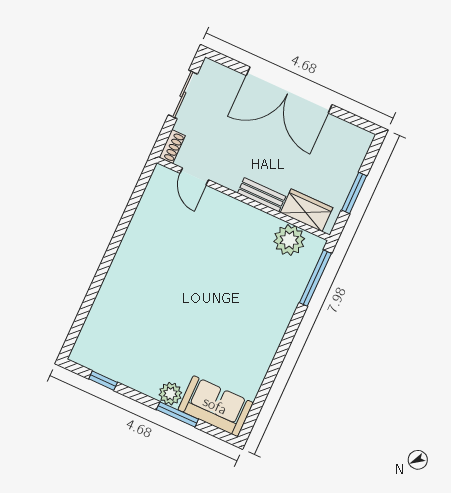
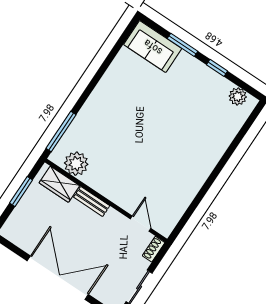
window: (103, 381) -> (217, 68), moved
plant: (170, 394) -> (238, 96), moved

